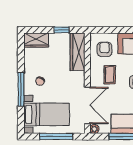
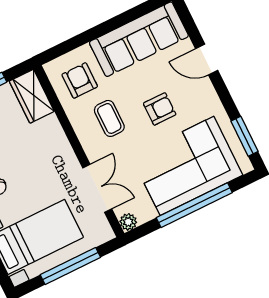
wardrobe: (78, 52) -> (32, 96), width x0.67
double door: (87, 105) -> (97, 188), width x0.73

